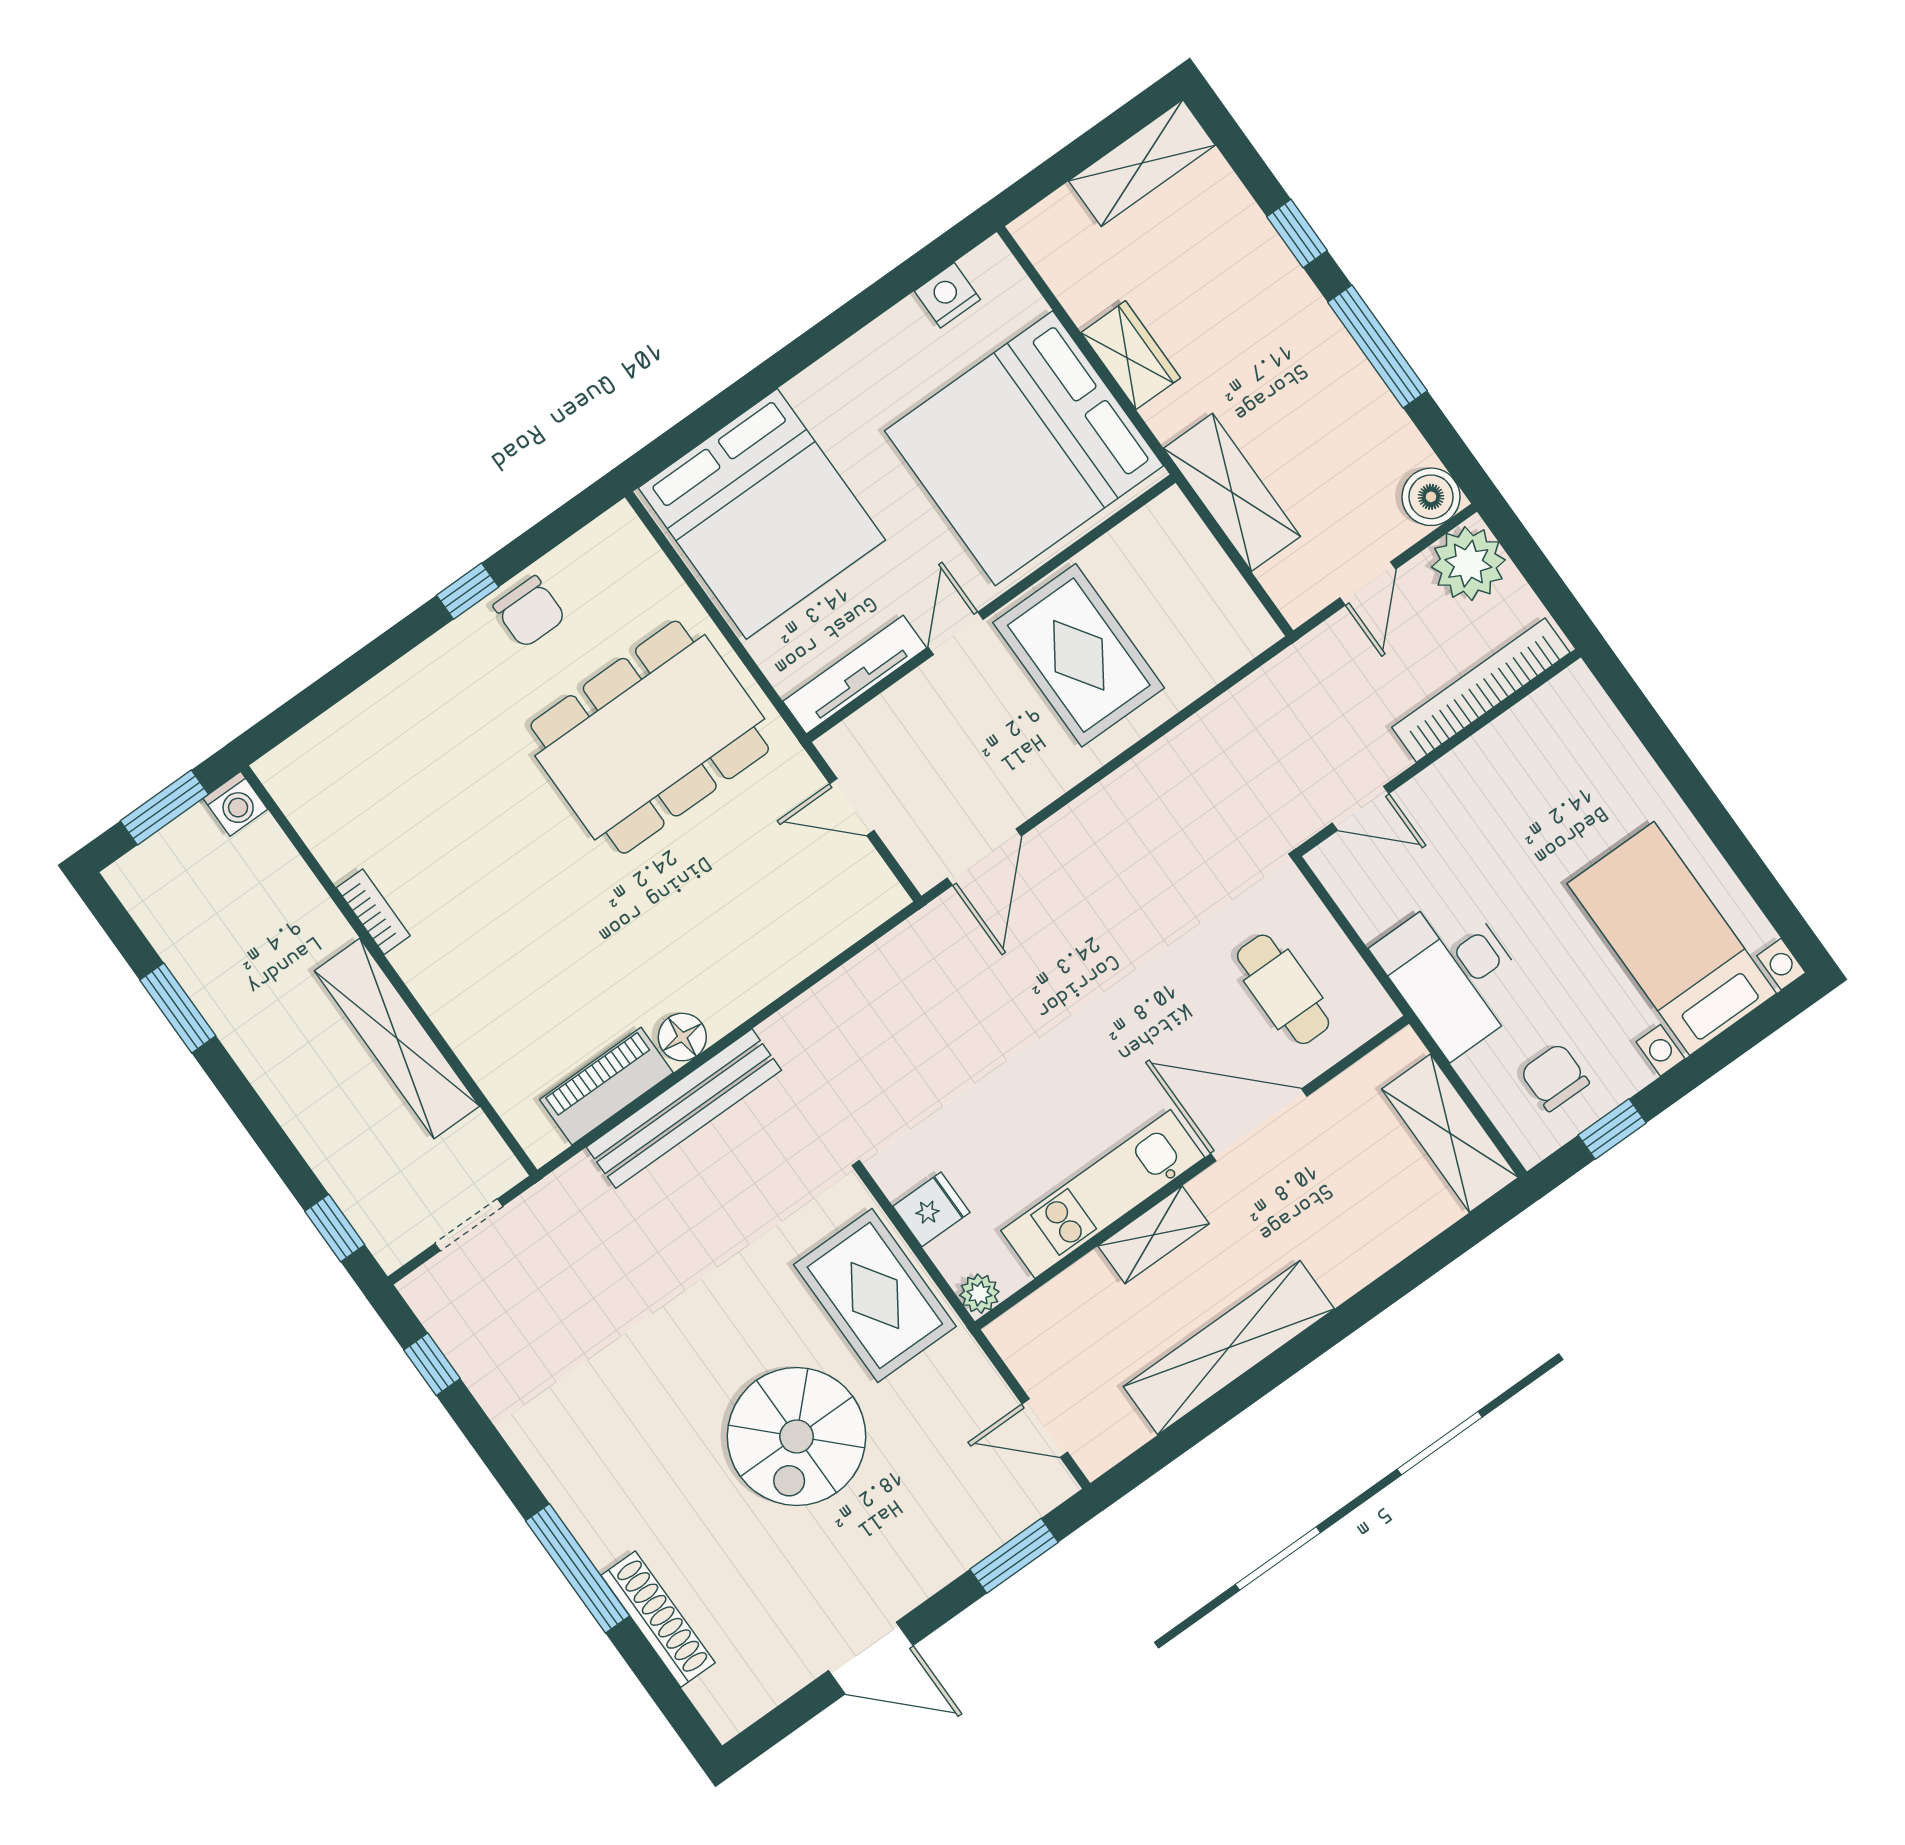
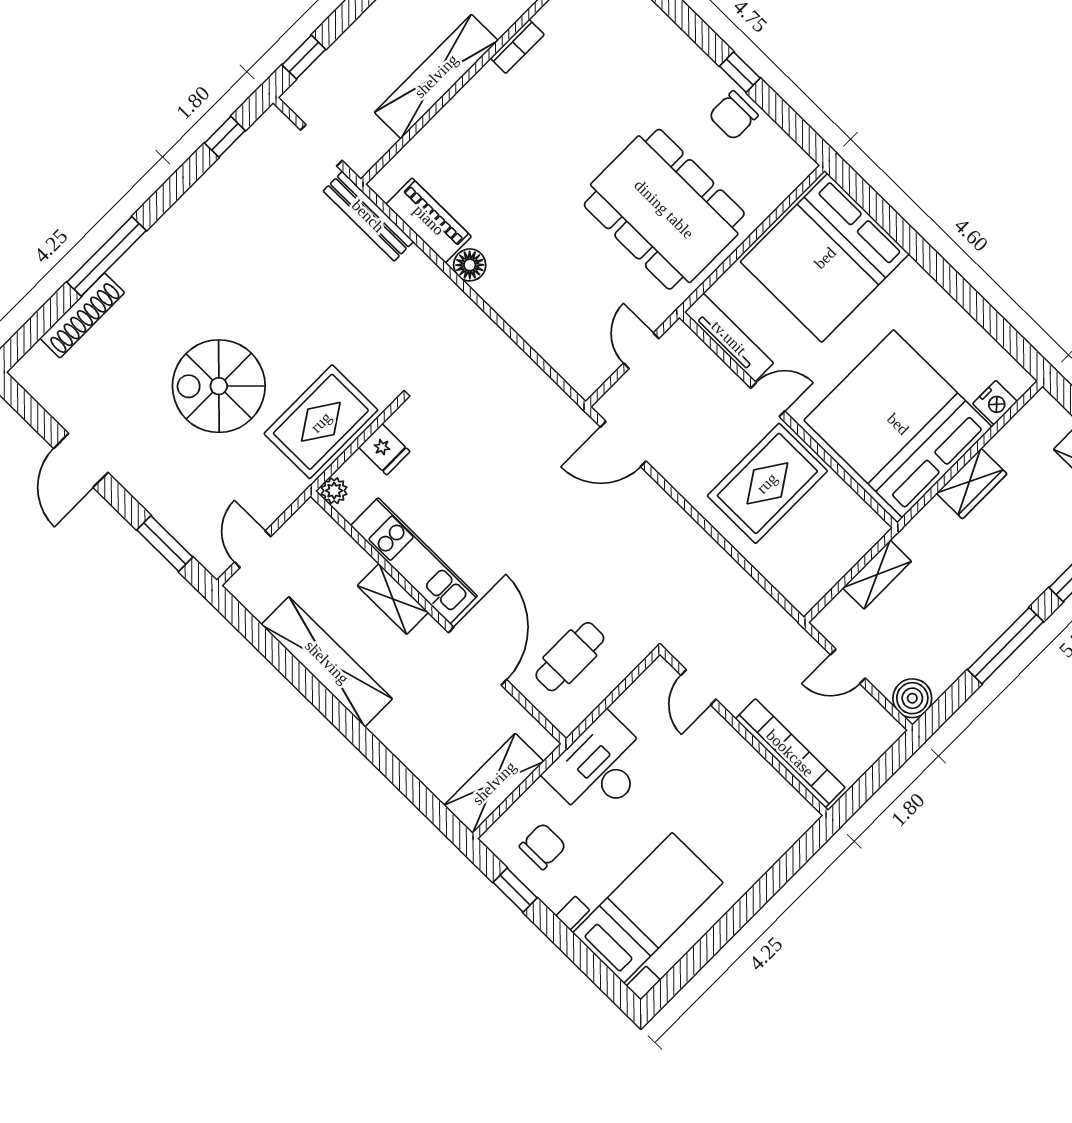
nightstand: (947, 295) -> (995, 403), moved, turned 90
shelving: (1232, 492) -> (877, 575), width x0.67, depth x0.75
plant: (1468, 564) -> (872, 731), removed
bench: (684, 1109) -> (368, 216), moved, width x0.73, depth x0.82

